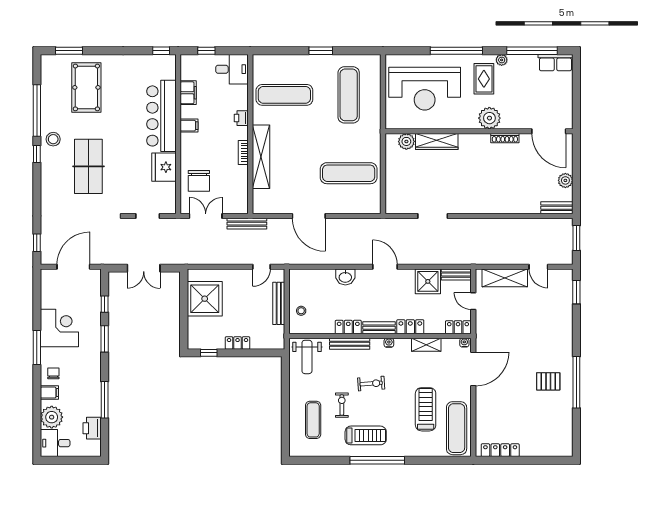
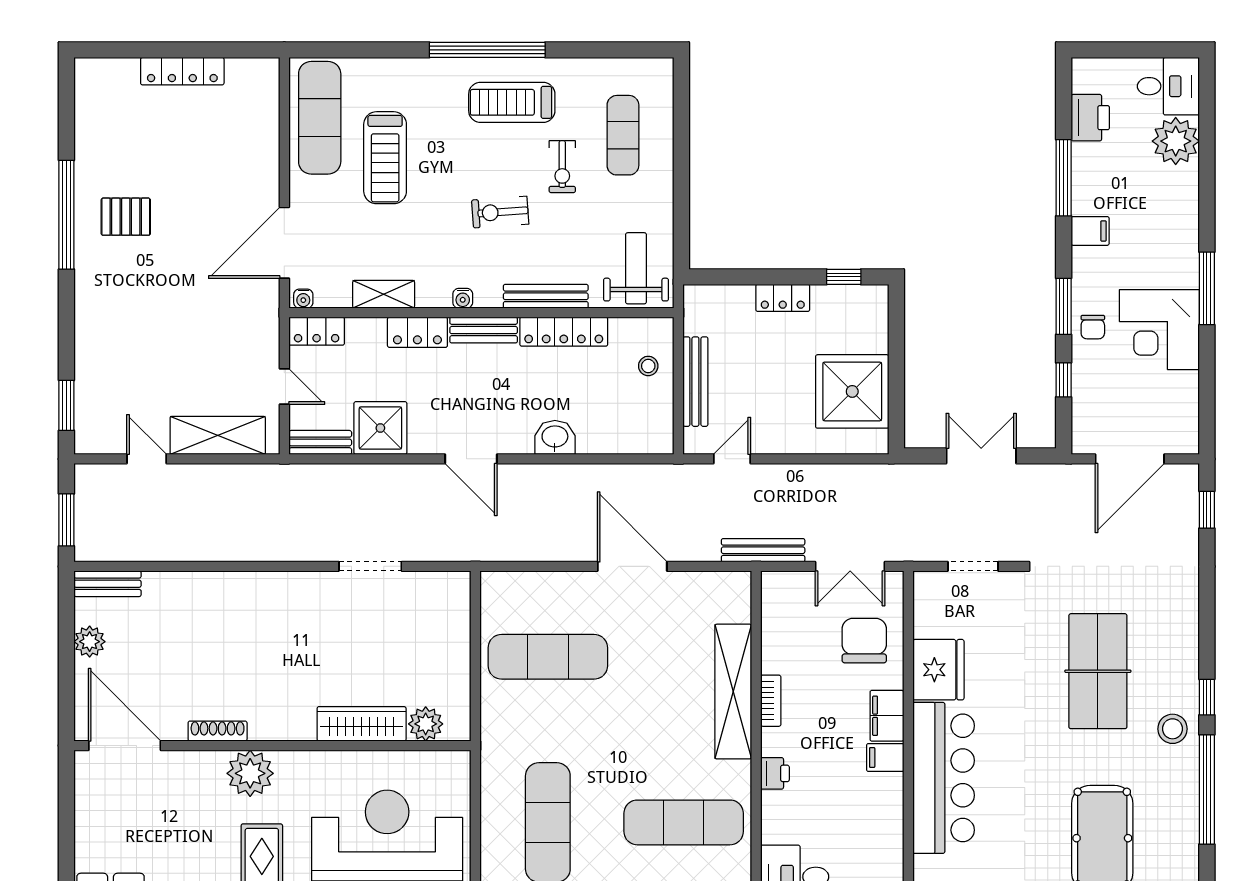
filing cabinet: (188, 93) -> (887, 716), moved
locker: (348, 327) -> (564, 332), width x1.53
chair: (53, 373) -> (1093, 327), moved
filing cabinet: (49, 393) -> (1090, 231), moved, turned 180
locker: (500, 450) -> (182, 71), moved

